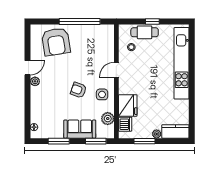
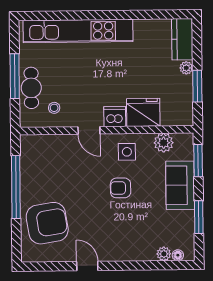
window: (152, 22) -> (15, 76), width x2.17
plant: (35, 81) -> (164, 254), moved
armchair: (78, 90) -> (121, 188), turned 70
dishwasher: (125, 124) -> (115, 117), moved

